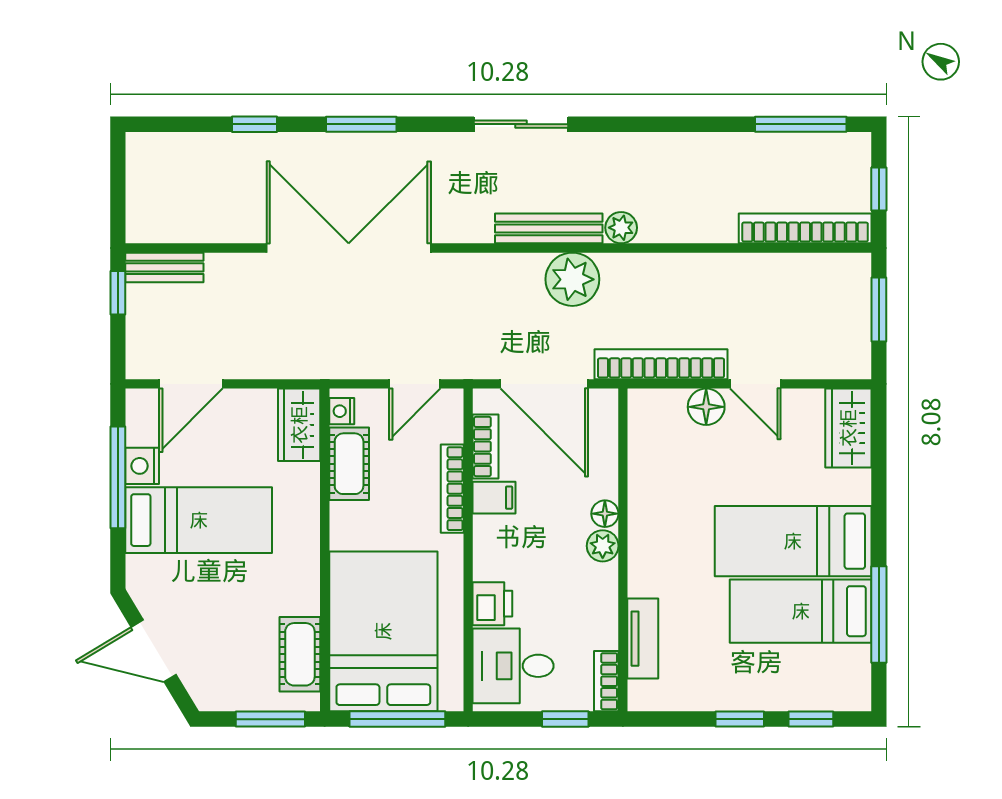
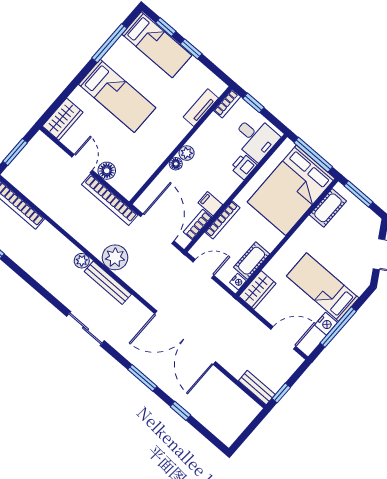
bed: (801, 611) -> (157, 45), moved

